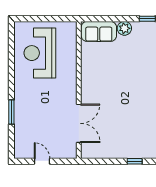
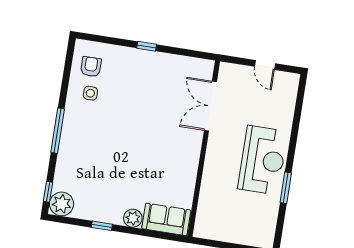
reception desk: (40, 53) -> (263, 160), moved
window: (11, 112) -> (286, 188), moved

